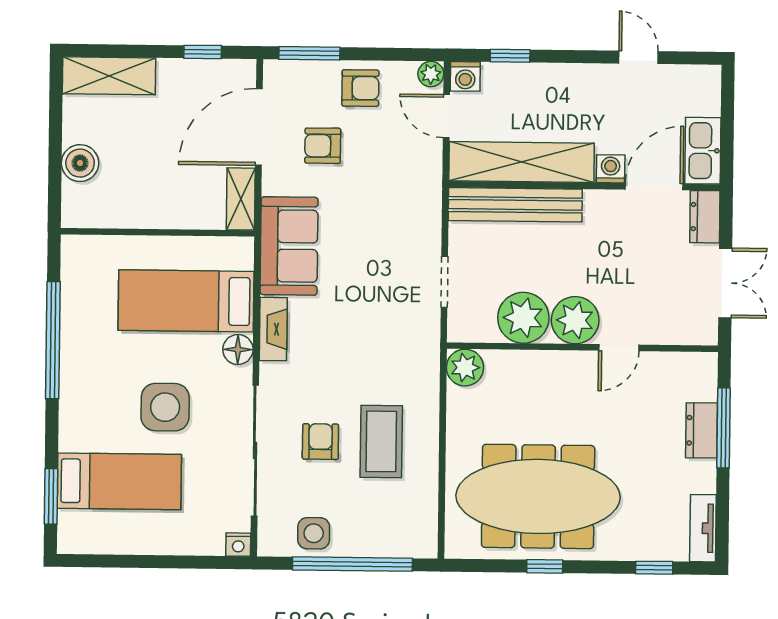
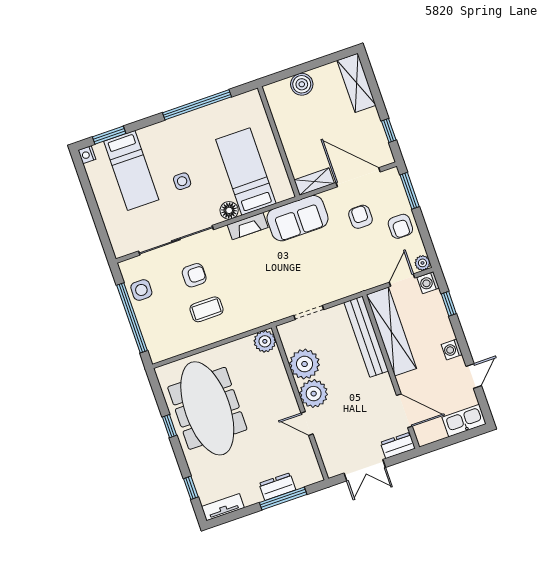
kitchen sink: (703, 151) -> (464, 421), moved
washing machine: (611, 169) -> (452, 349), moved, turned 180
side table: (165, 407) -> (182, 181), width x0.54, depth x0.54
coffee table: (381, 441) -> (206, 309), width x0.73, depth x0.77
nightstand: (238, 545) -> (87, 155), moved

